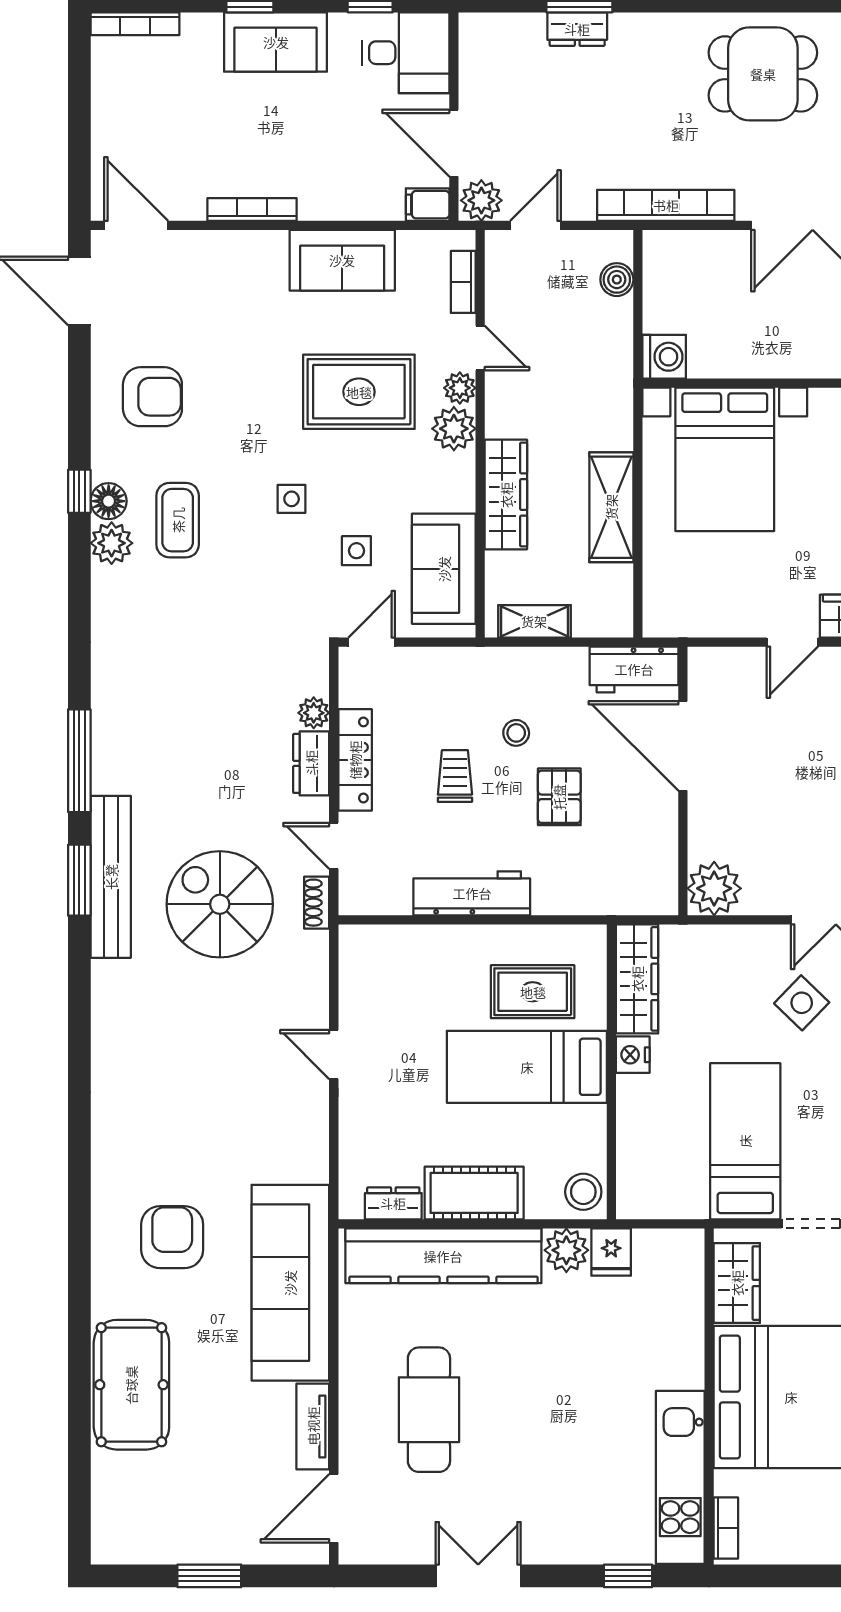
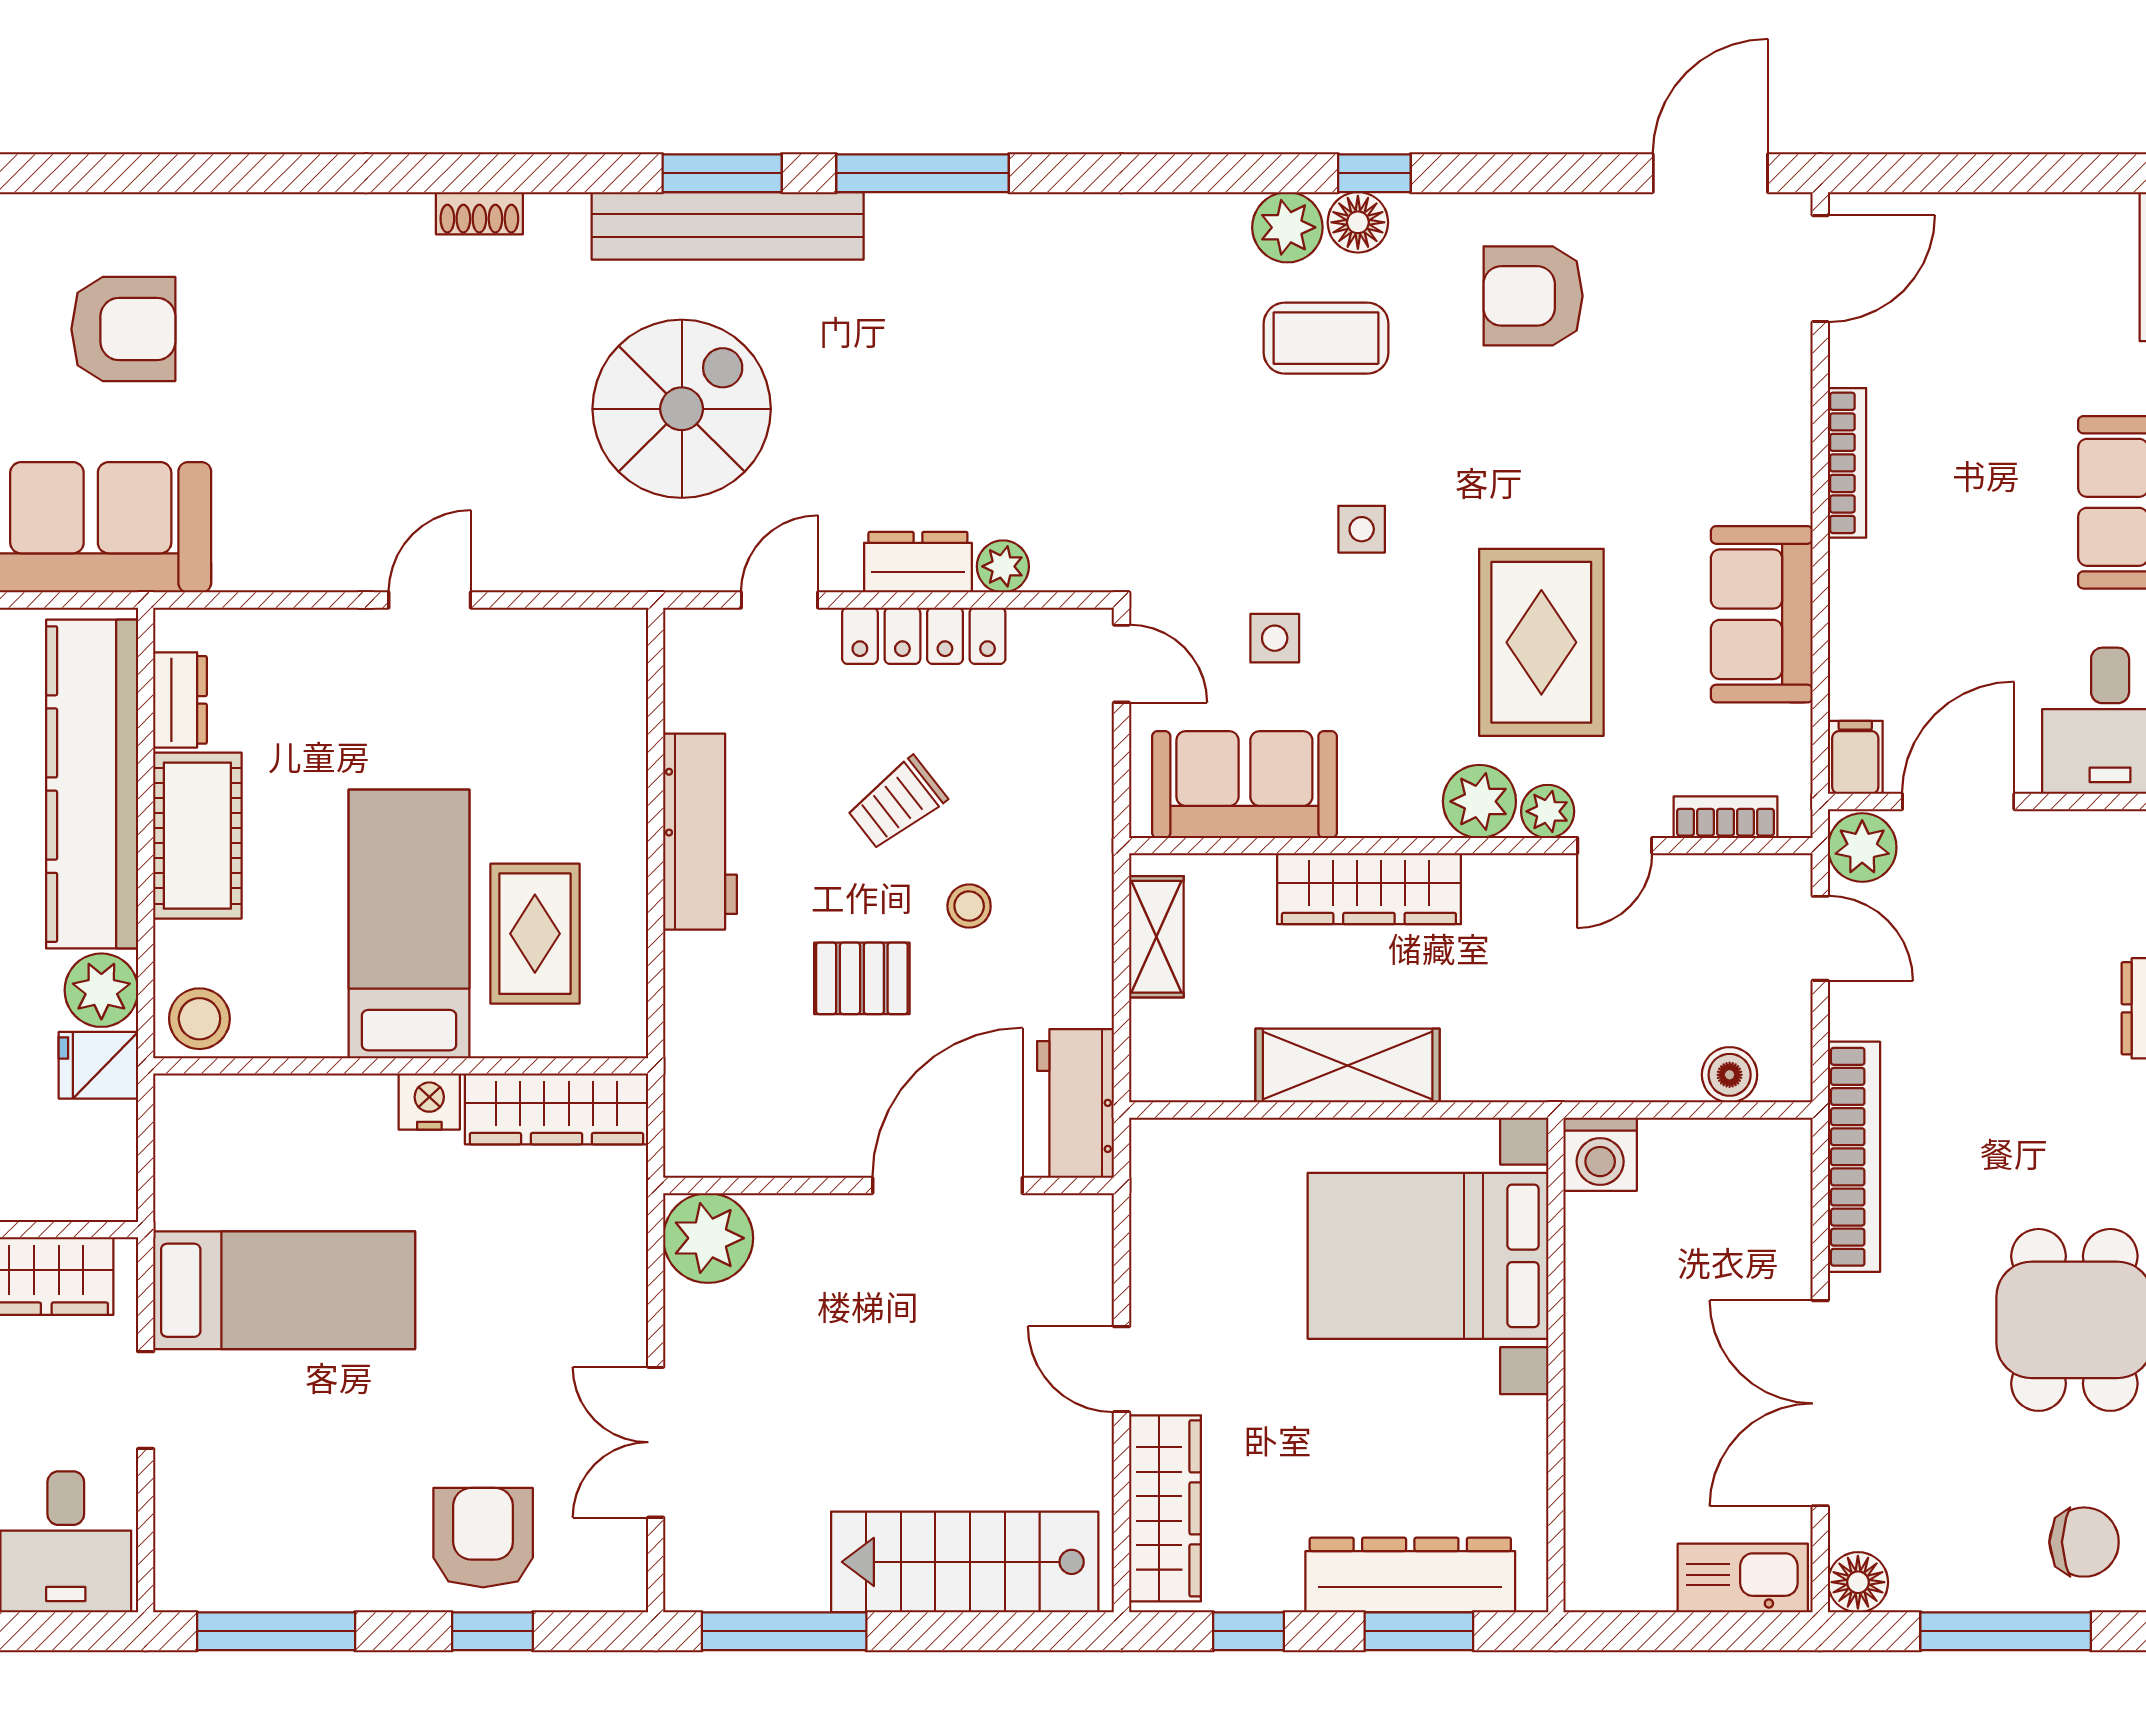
armchair: (152, 397) -> (1533, 296), turned 90
trolley: (455, 776) -> (897, 803), turned 142
shoe rack: (317, 903) -> (479, 213), moved, turned 180
side table: (802, 1003) -> (516, 1385), removed

